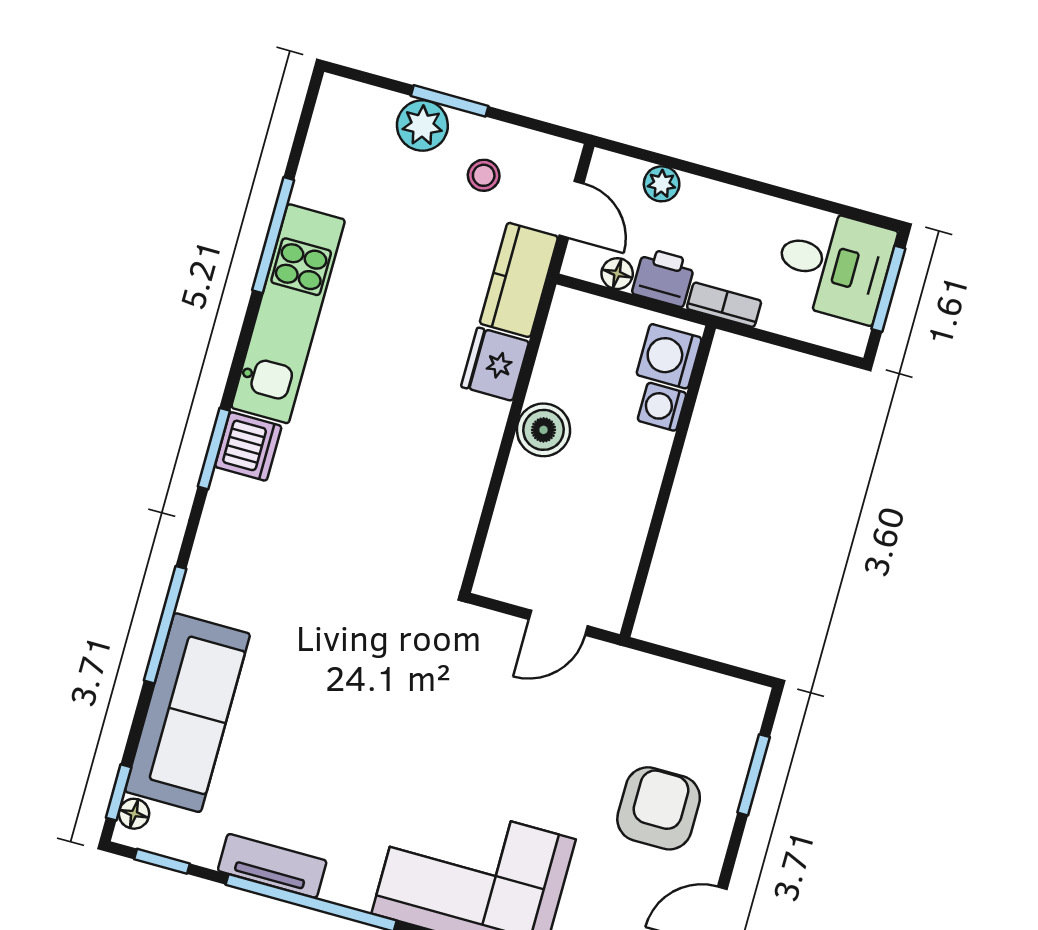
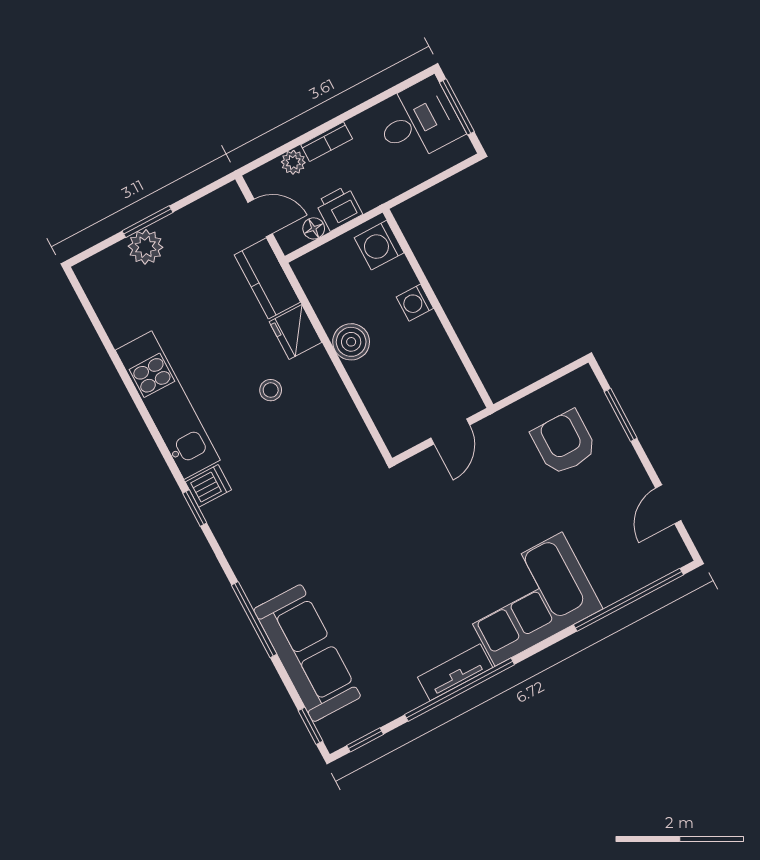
stool: (484, 175) -> (271, 390), moved
window: (273, 235) -> (123, 373), removed
bookcase: (724, 305) -> (327, 142), moved, turned 180
washing machine: (662, 407) -> (415, 303), moved
dishwasher: (248, 446) -> (208, 486), width x0.73
window: (214, 449) -> (195, 508), width x0.67
armchair: (659, 808) -> (564, 443), moved
floor lamp: (134, 814) -> (328, 729), removed
tv unit: (272, 866) -> (455, 672), moved

